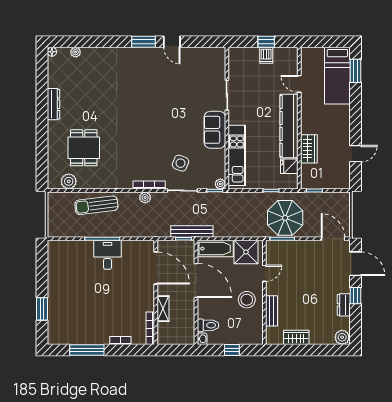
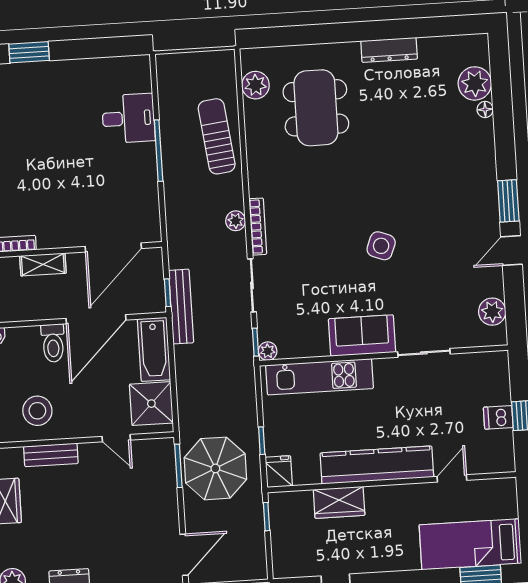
floor lamp: (52, 52) -> (485, 109), moved
plant: (76, 52) -> (475, 83), width x1.87, depth x1.87
plant: (206, 55) -> (492, 312), added
dining table: (84, 148) -> (316, 108), width x1.38
side table: (181, 163) -> (381, 246), moved
fridge: (289, 166) -> (279, 472), moved
desk: (107, 255) -> (128, 118), moved
stool: (247, 300) -> (37, 411), moved
toilet: (208, 325) -> (53, 343), moved

